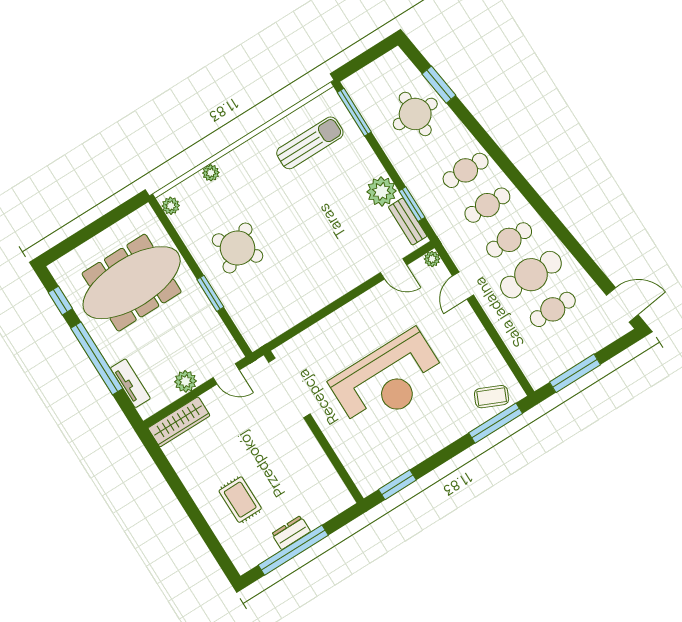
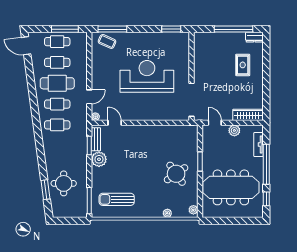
cafe table: (466, 170) -> (57, 42), moved
dresser: (291, 533) -> (254, 37), moved

